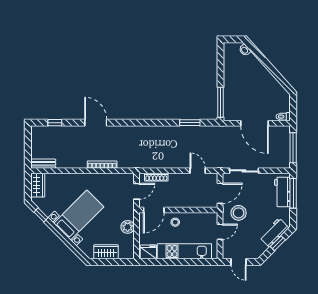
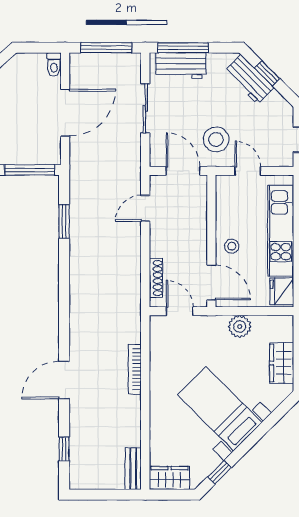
sliding door: (244, 171) -> (145, 108), moved

